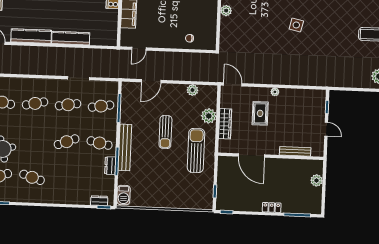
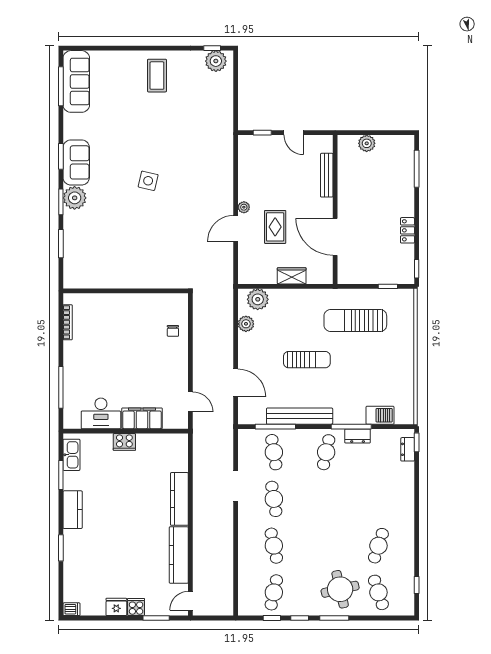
plant: (226, 11) -> (132, 281), removed
door: (233, 84) -> (236, 228), moved
rug: (260, 113) -> (275, 227), turned 90
plant: (209, 116) -> (258, 299), moved
wardrobe: (225, 124) -> (292, 276), width x0.67
door: (326, 129) -> (294, 133), swing flipped
cafe table: (67, 142) -> (326, 499), removed
bench: (125, 147) -> (300, 416), moved
sun lounger: (196, 150) -> (355, 320), moved
door: (251, 156) -> (335, 237), swing flipped
barbecue: (124, 195) -> (380, 415), moved
locker: (272, 207) -> (407, 230), moved

